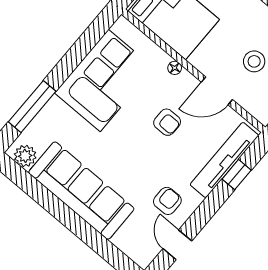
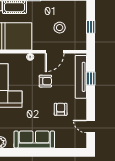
sofa: (81, 191) -> (34, 139), width x0.74, depth x0.79
armchair: (167, 201) -> (61, 109), moved

